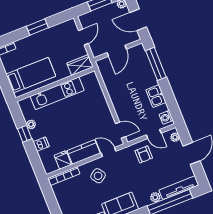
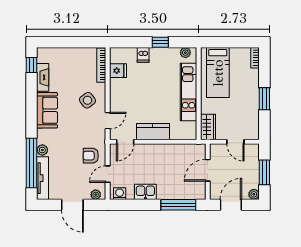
door: (117, 51) -> (208, 170), hinge flipped
plant: (31, 124) -> (185, 53), moved
kitchen counter: (84, 152) -> (153, 132), moved, turned -90

